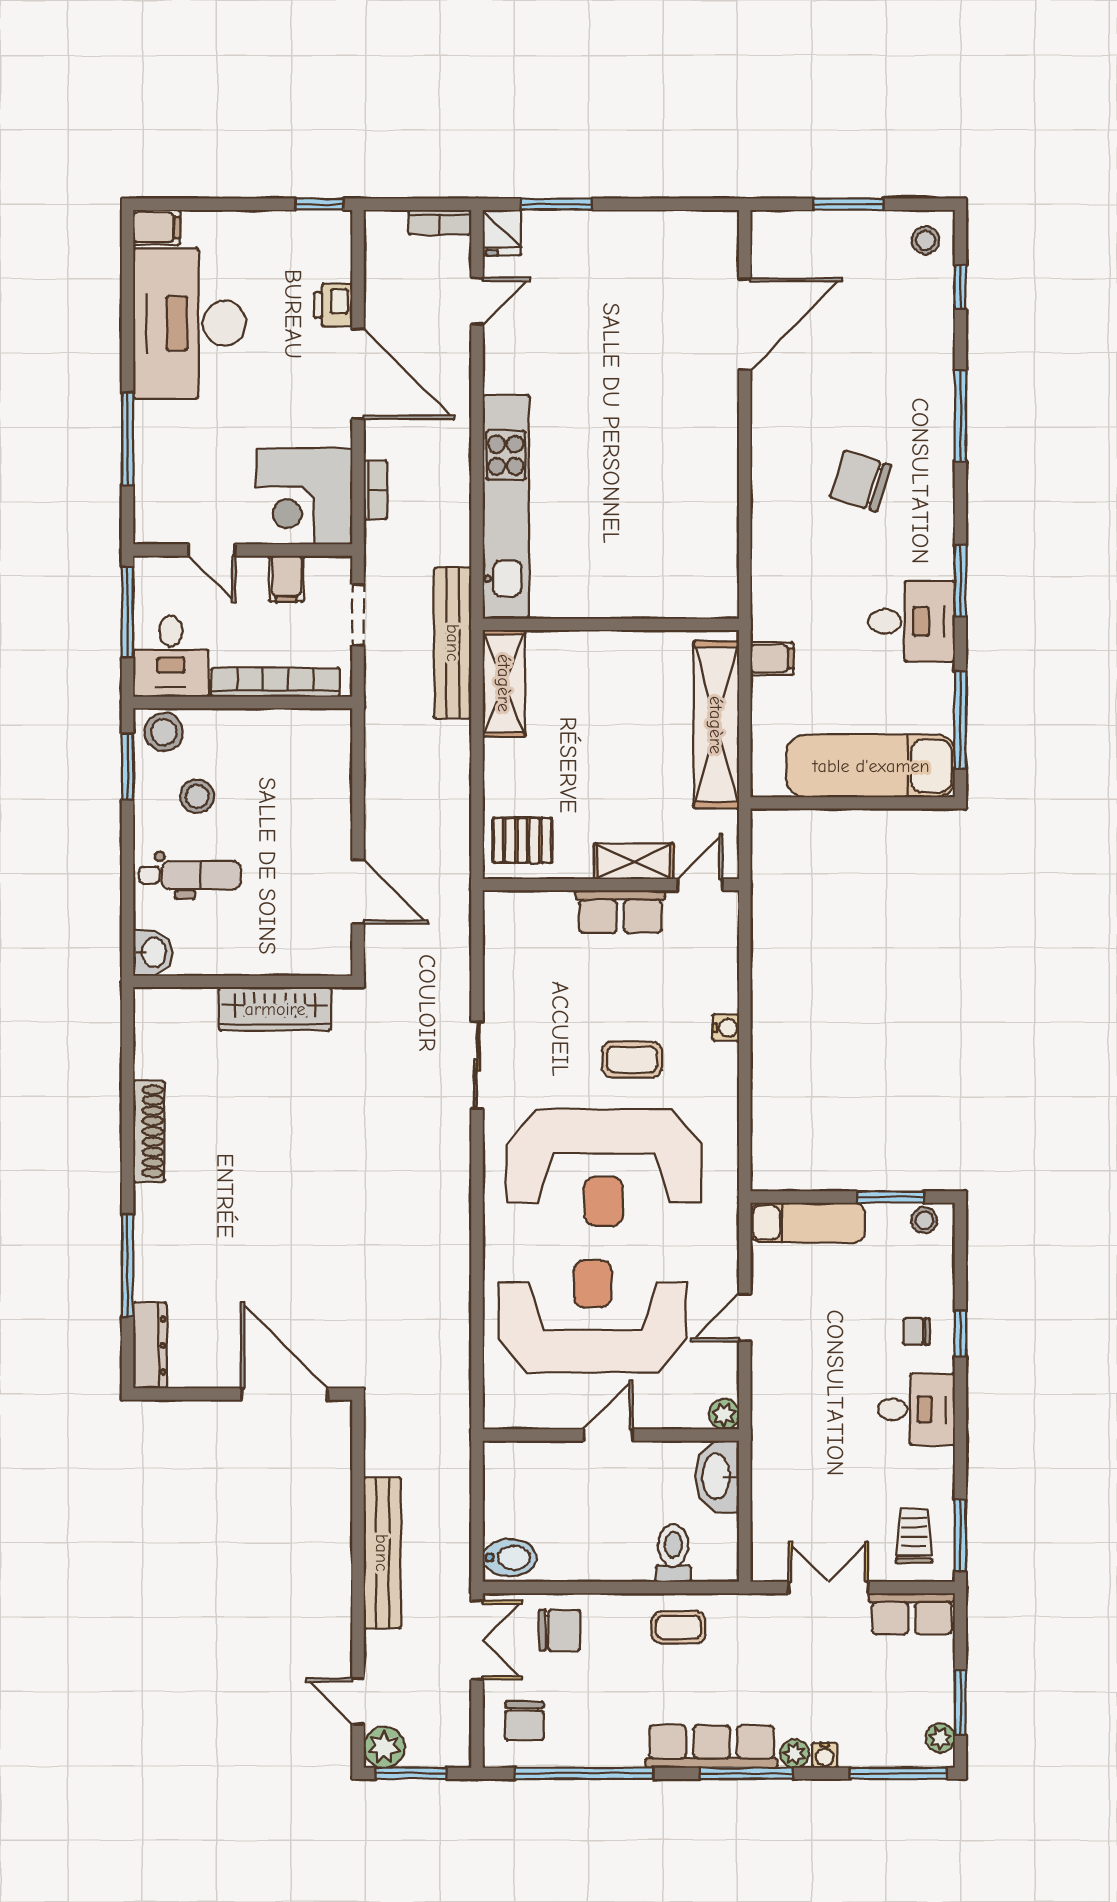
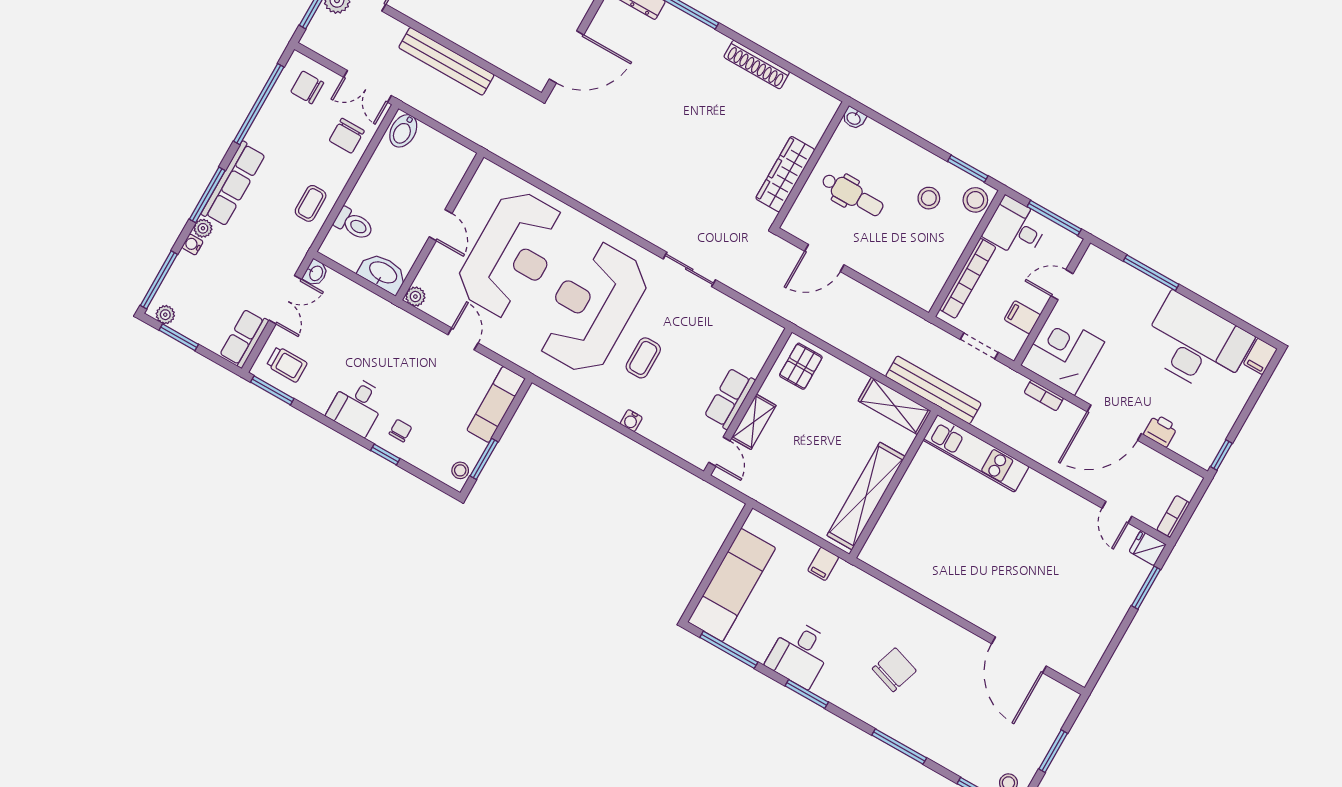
kitchen unit: (506, 507) -> (976, 453), width x0.73
shelving: (716, 725) -> (866, 496), moved, turned 90
dental chair: (190, 875) -> (852, 195), moved, turned -90
washbasin: (153, 953) -> (854, 118), width x0.72, depth x0.69
washbasin: (769, 1567) -> (316, 273), added

